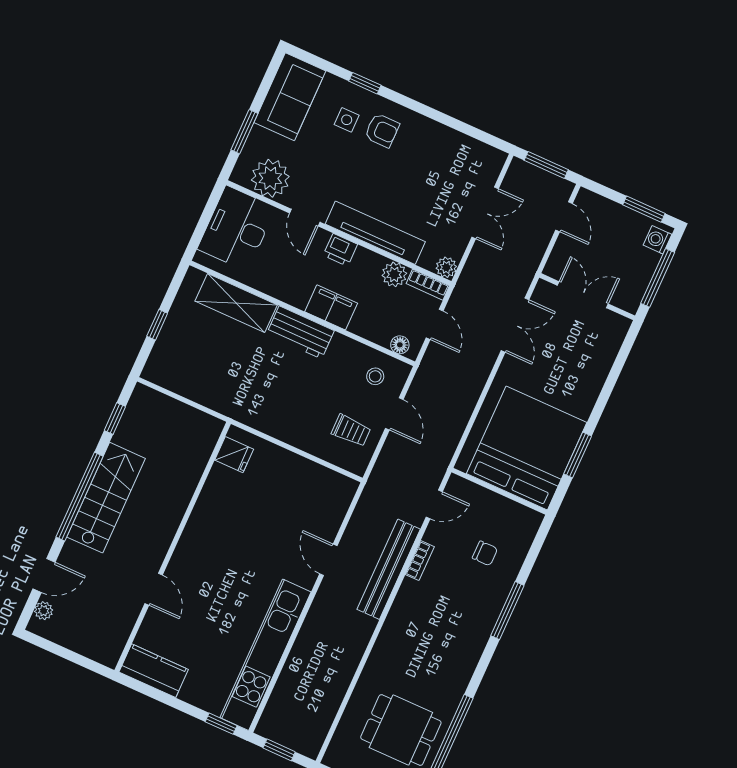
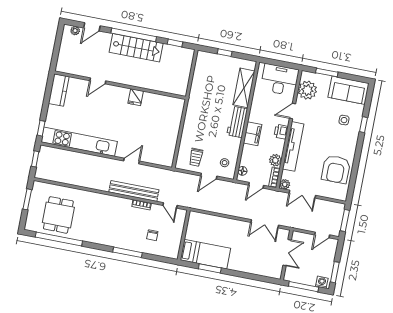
armchair: (382, 130) -> (336, 169), moved, width x1.88, depth x1.88
double door: (485, 213) -> (302, 194), moved
bed: (527, 448) -> (205, 254), width x0.49
fridge: (234, 455) -> (136, 97), moved
door: (44, 576) -> (92, 27), hinge flipped

